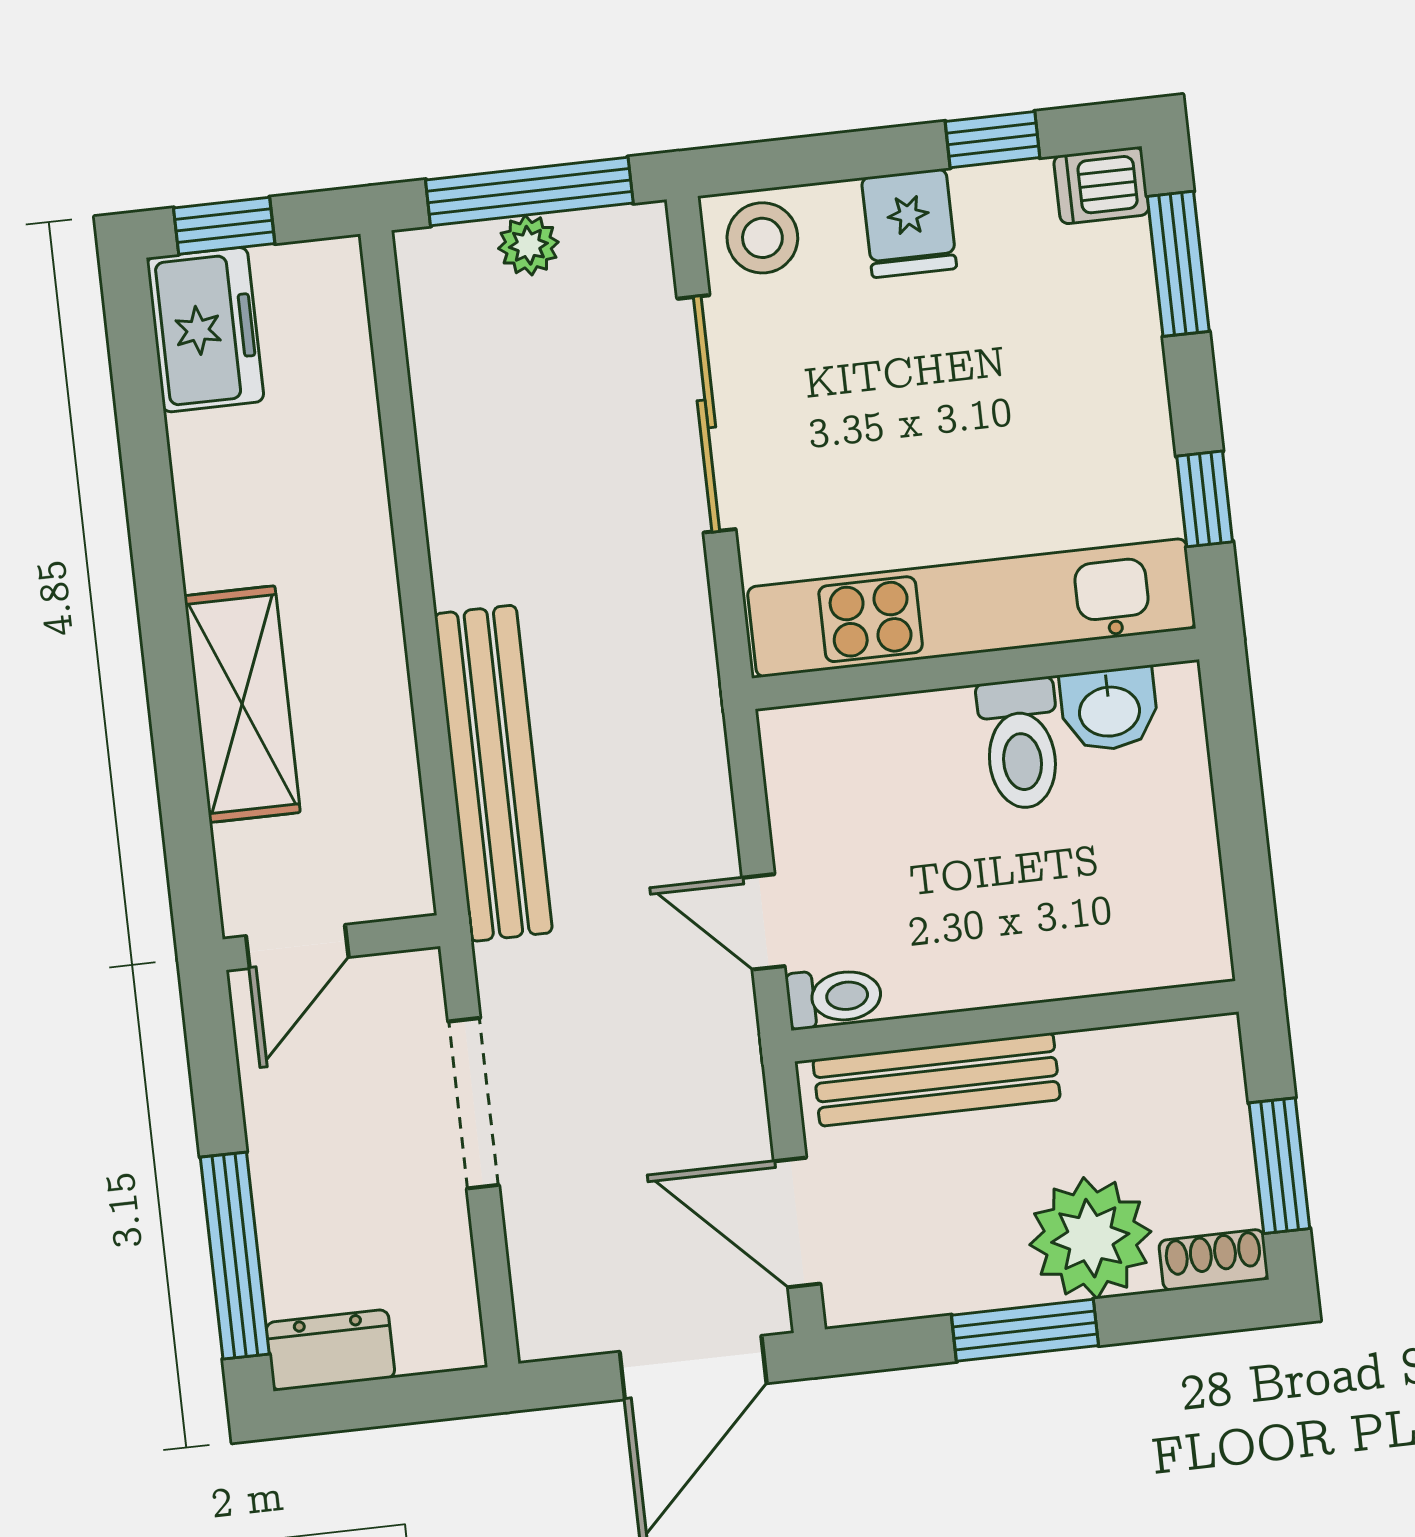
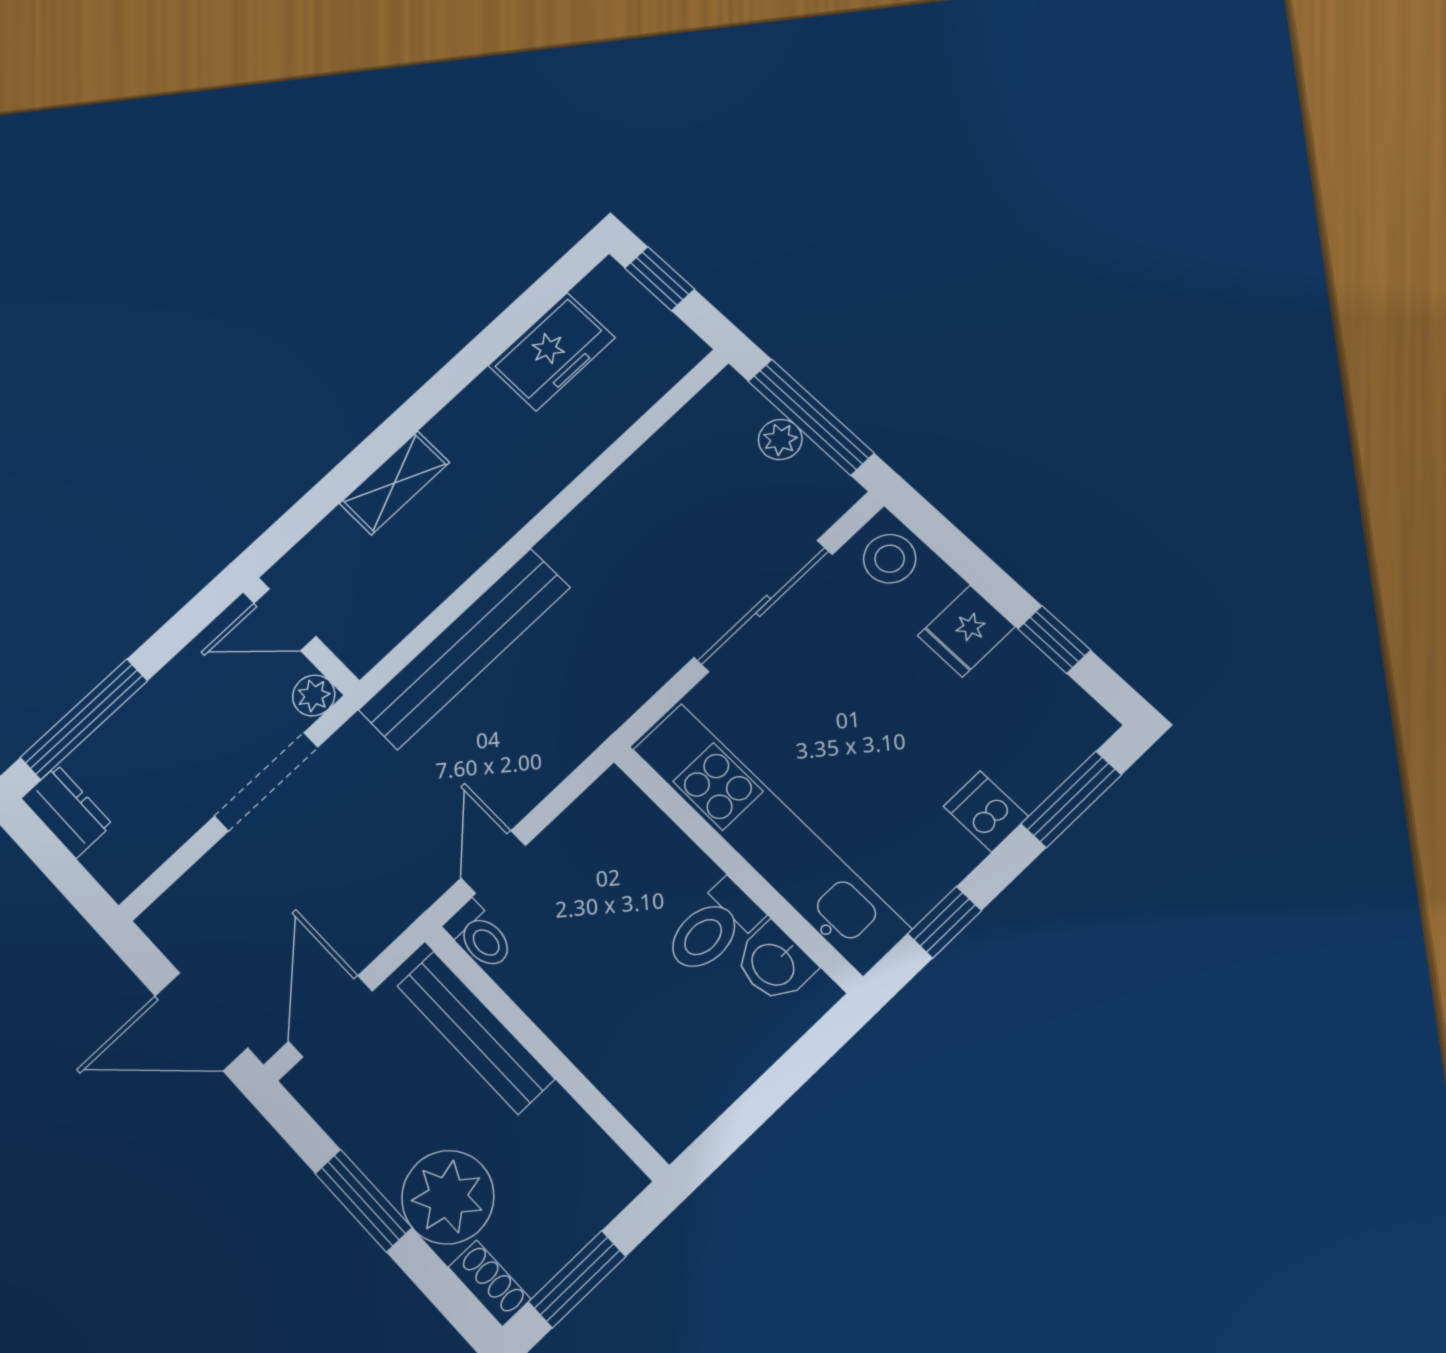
dishwasher: (1101, 185) -> (986, 811), moved
freezer: (205, 330) -> (552, 352), moved
shelving: (242, 704) -> (395, 483), width x0.67, depth x0.75
plant: (414, 979) -> (314, 695), added

